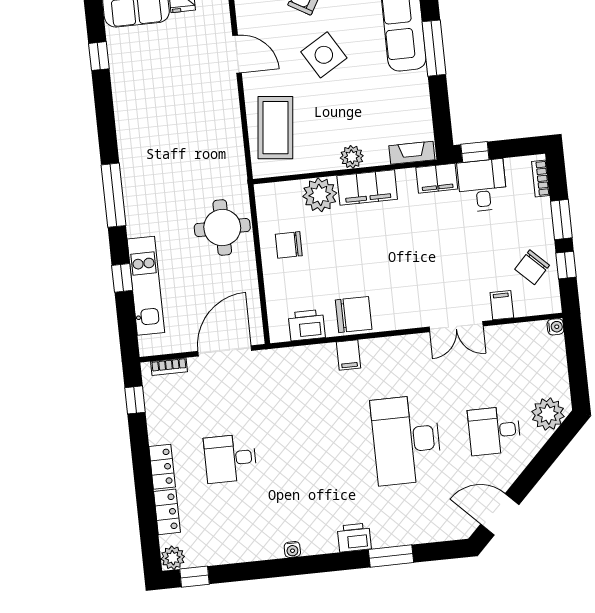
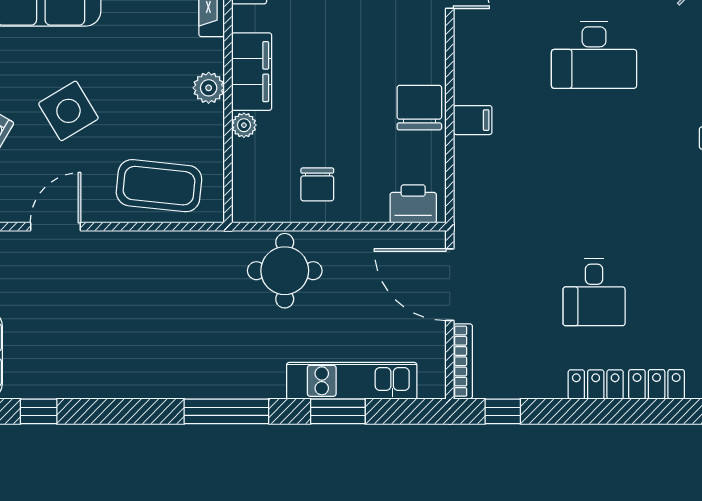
plant: (320, 195) -> (244, 125), width x0.53, depth x0.53
window: (122, 278) -> (338, 411), width x1.50
printer: (307, 325) -> (413, 204), moved, turned 90
bookcase: (169, 367) -> (463, 361), width x1.56
desk: (406, 440) -> (594, 55), width x0.73, depth x0.77

